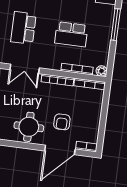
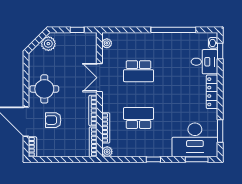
window: (116, 25) -> (153, 159), width x0.46
school desk: (23, 28) -> (139, 71), turned 180
school desk: (71, 34) -> (139, 118), turned 90

